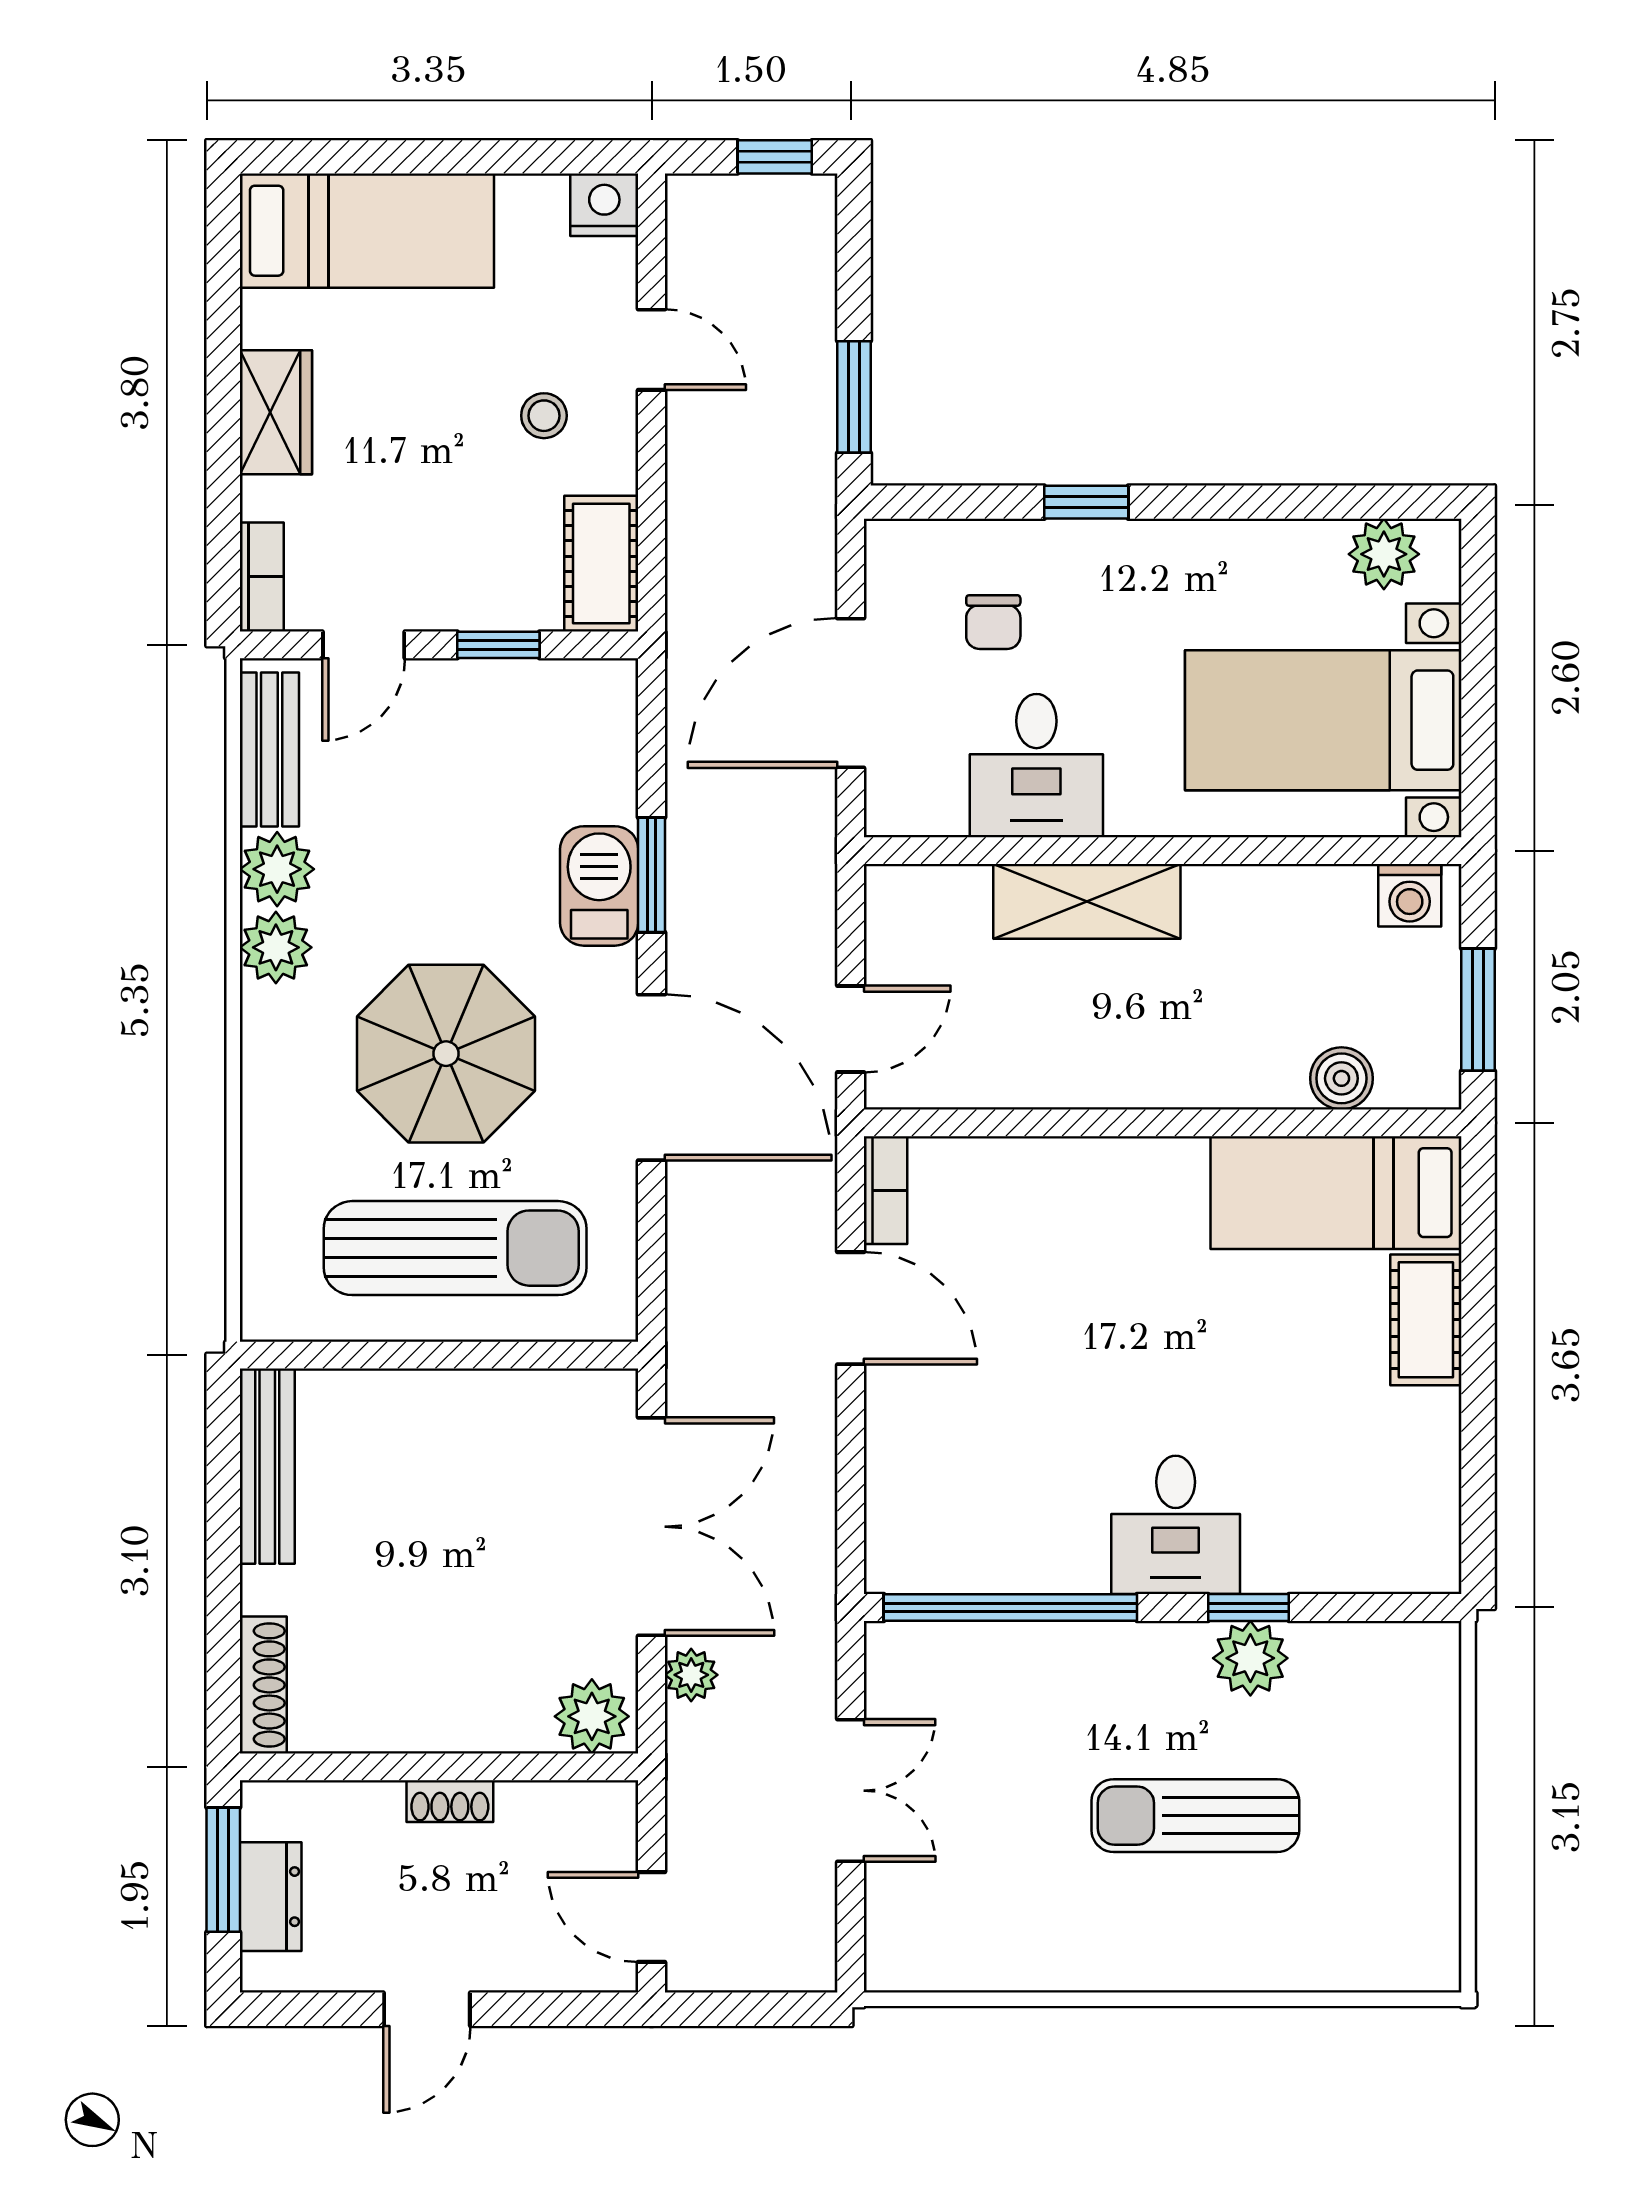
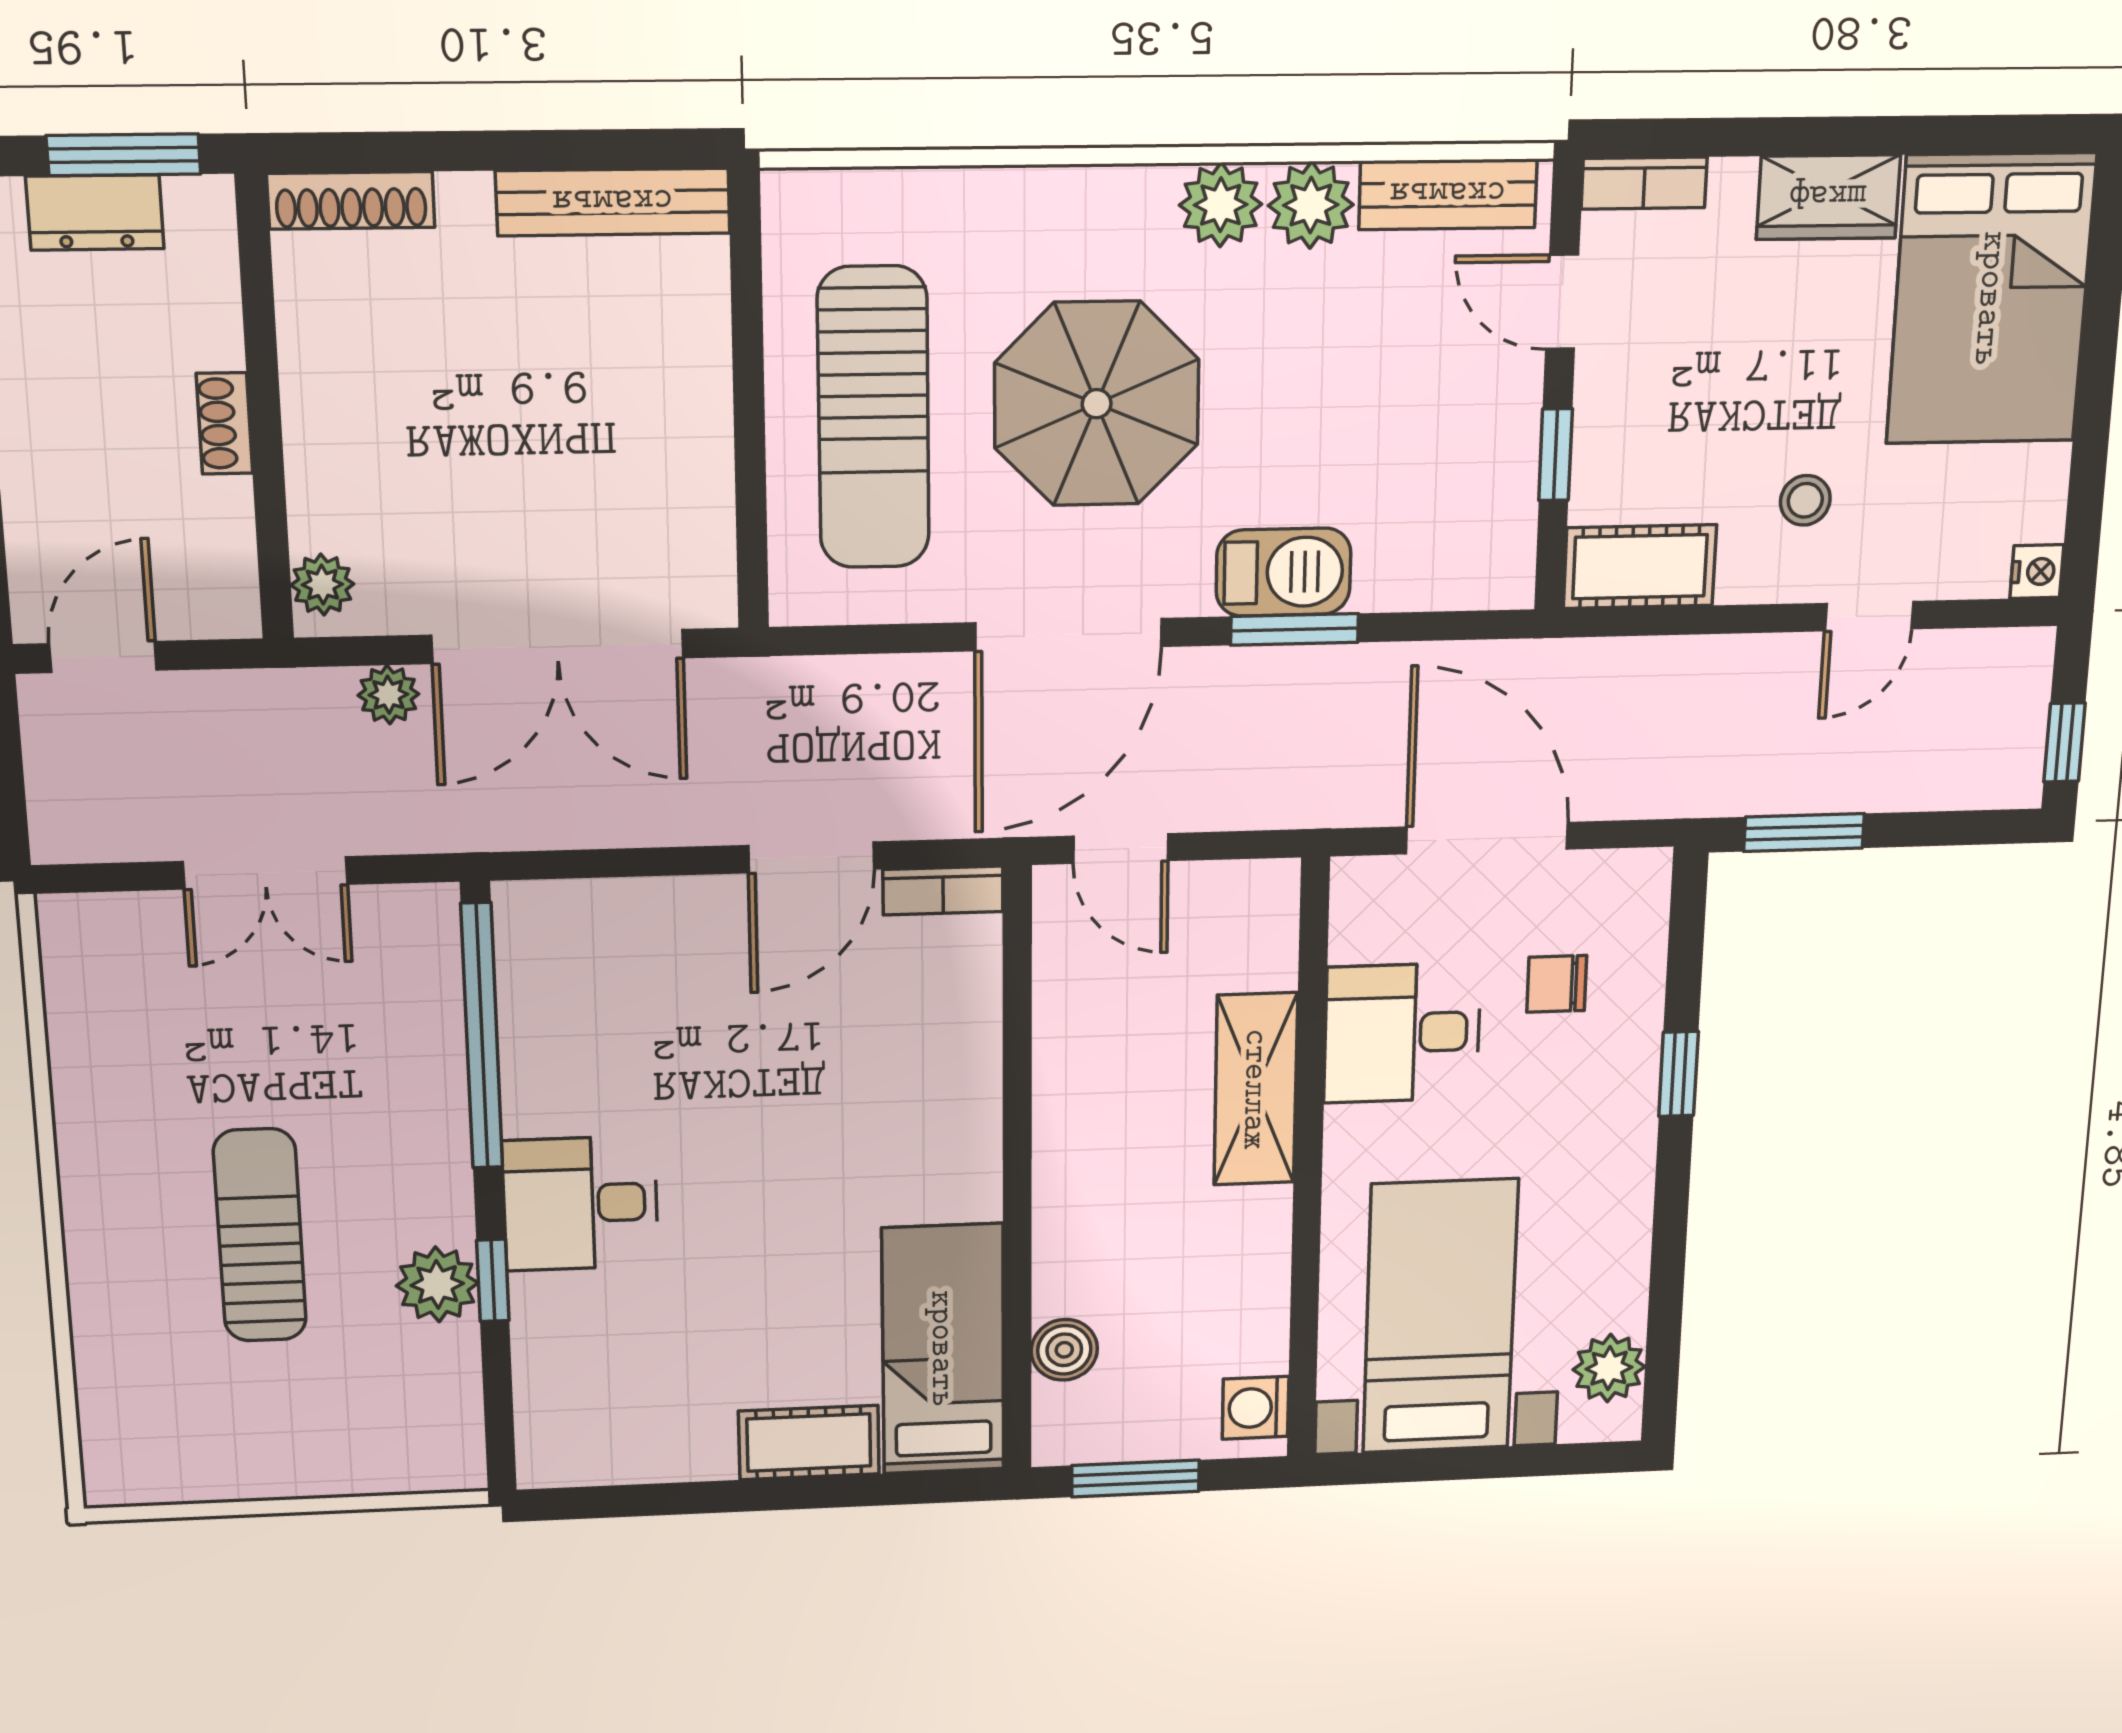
nightstand: (604, 205) -> (2037, 572), width x0.72, depth x0.74
bed: (367, 231) -> (1991, 299), width x1.50
plant: (592, 1716) -> (322, 585), width x0.73, depth x0.73

